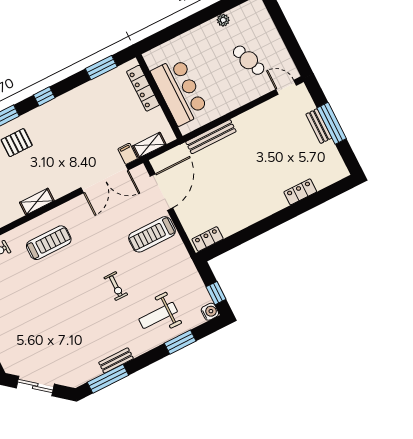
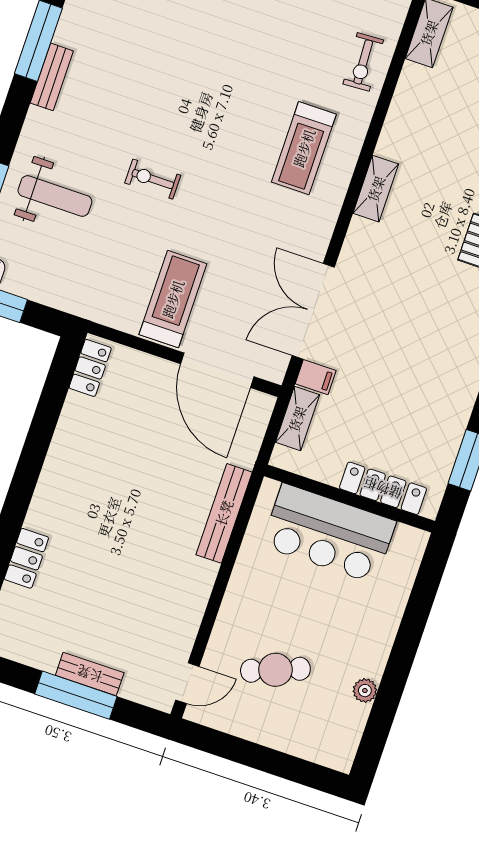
weight bench: (158, 315) -> (55, 196), turned 90

